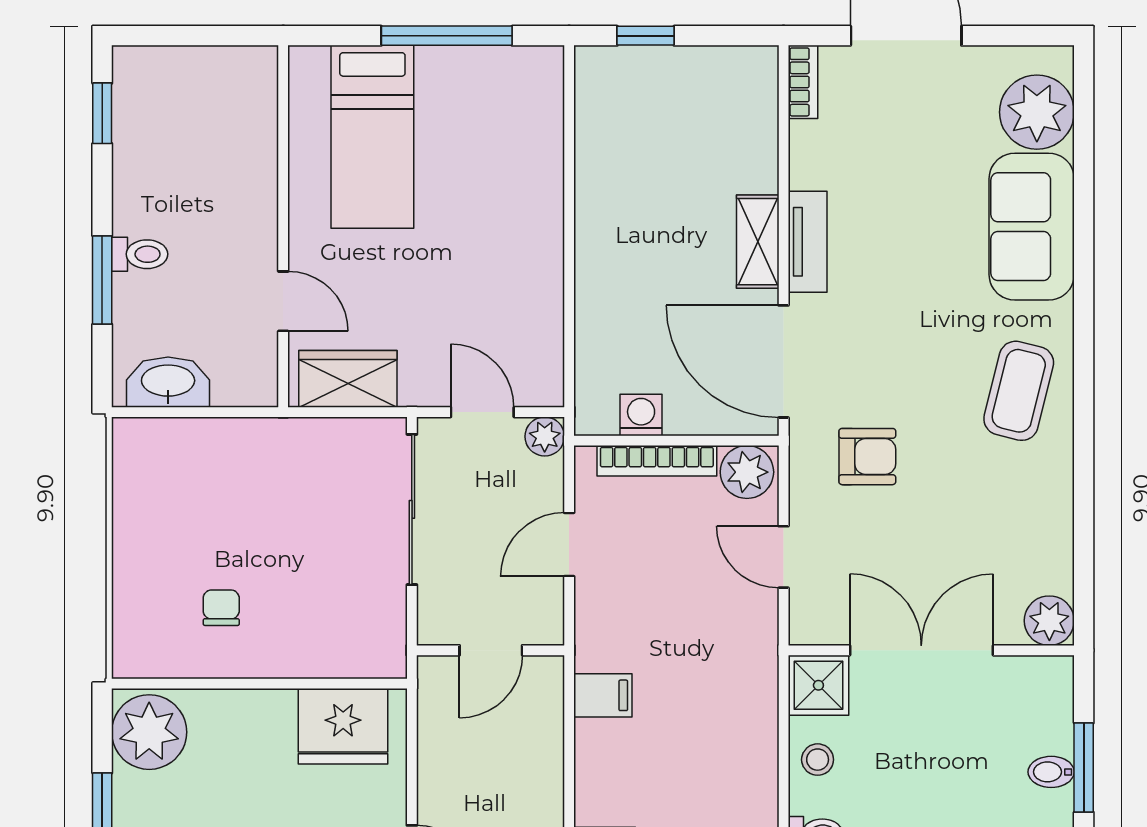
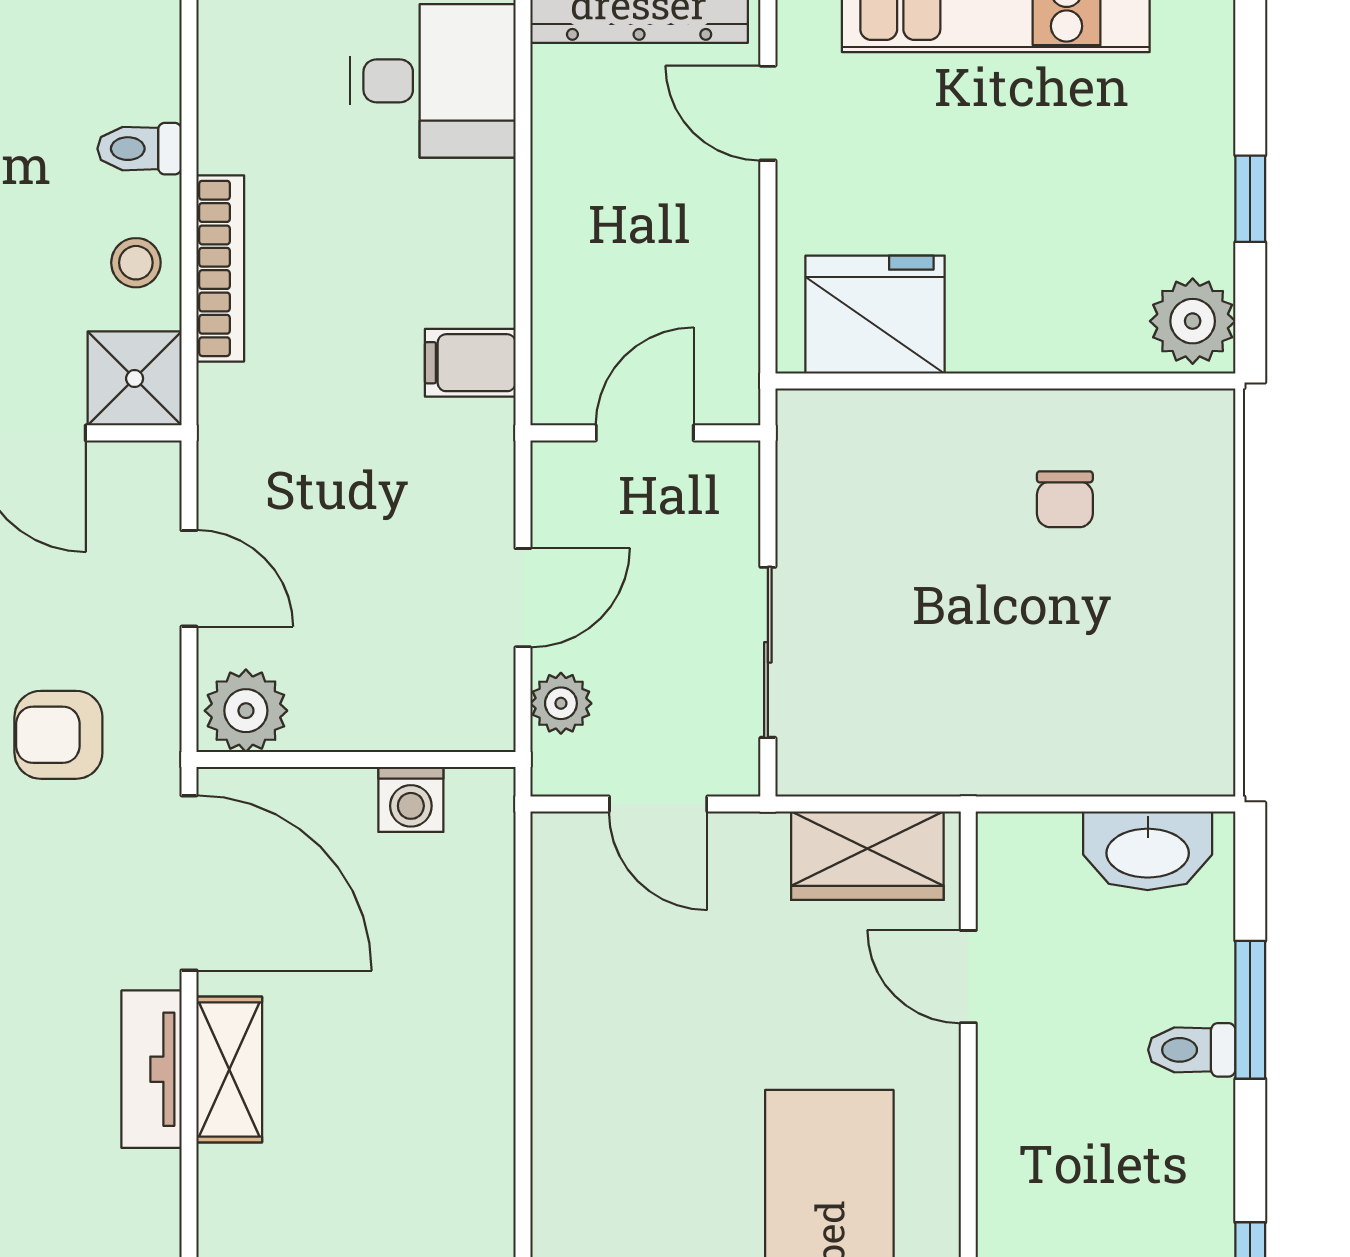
plant: (545, 436) -> (561, 703), moved
bookcase: (657, 461) -> (220, 268), moved, turned 90
sliding door: (412, 509) -> (768, 652), width x0.73
plant: (149, 732) -> (1193, 321), width x0.73, depth x0.73

